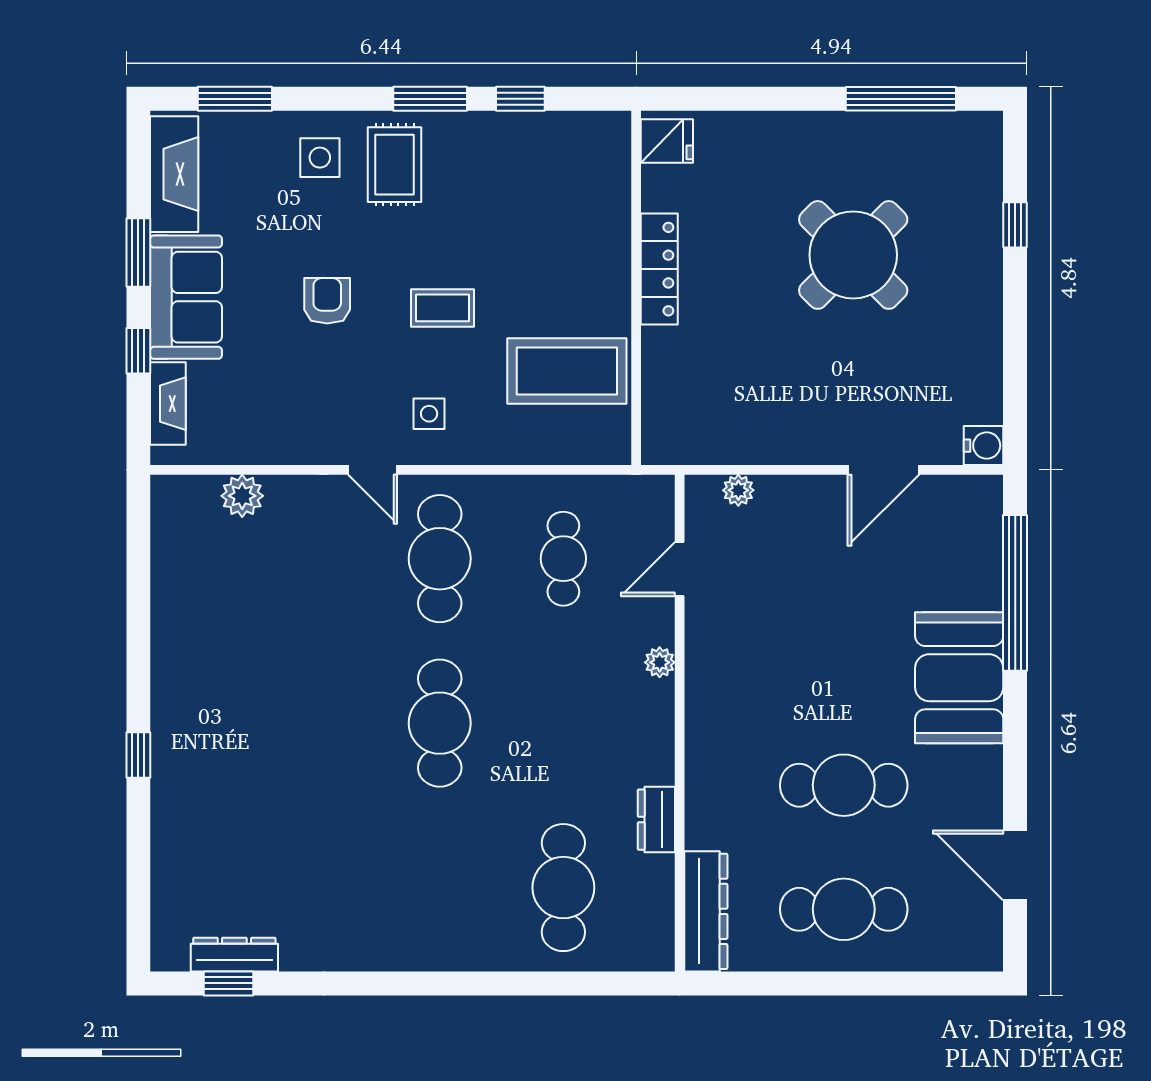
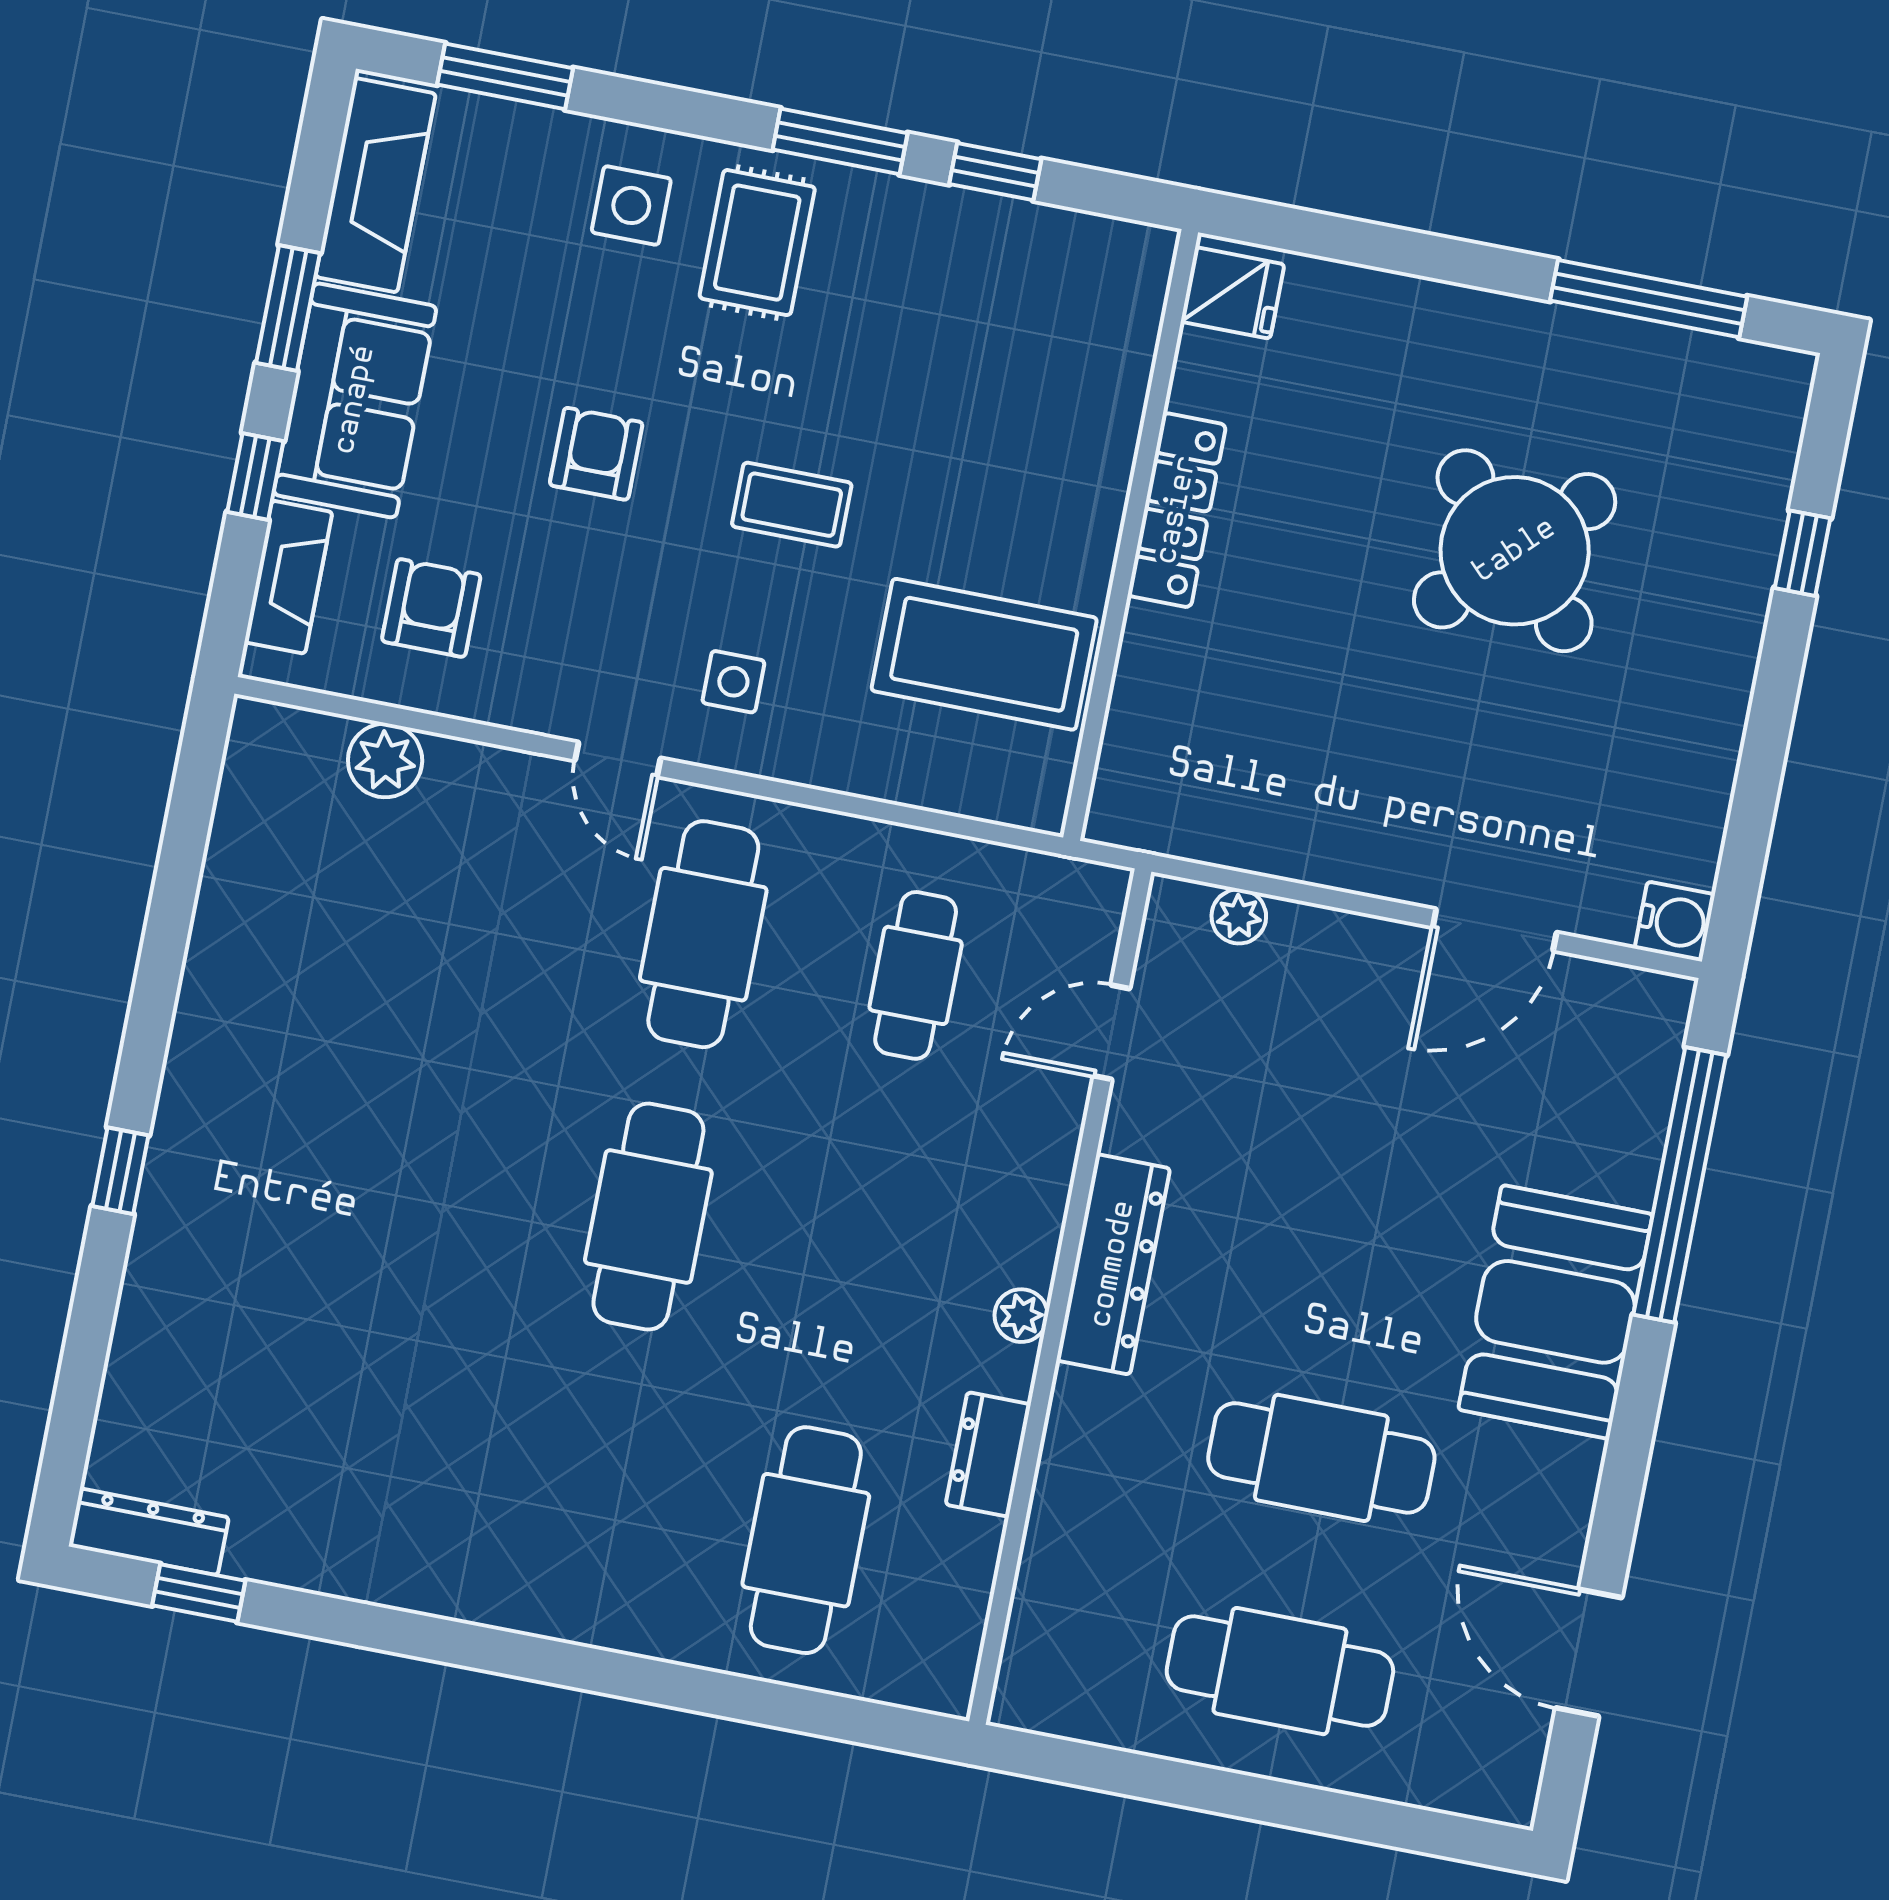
armchair: (251, 405) -> (431, 608), added
plant: (660, 662) -> (1021, 1316), moved
dresser: (706, 911) -> (1113, 1264), moved
dresser: (234, 955) -> (149, 1532), moved

